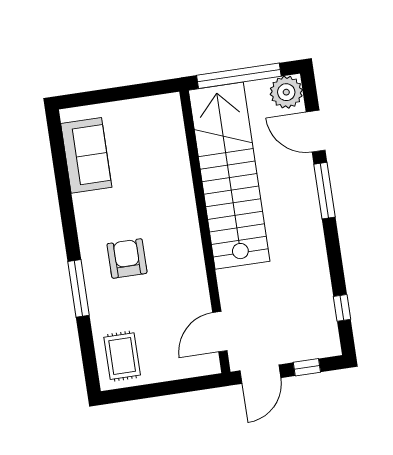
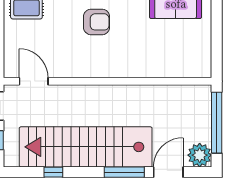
stairs: (229, 176) -> (86, 147), moved, turned 180
window: (342, 308) -> (53, 172), moved

